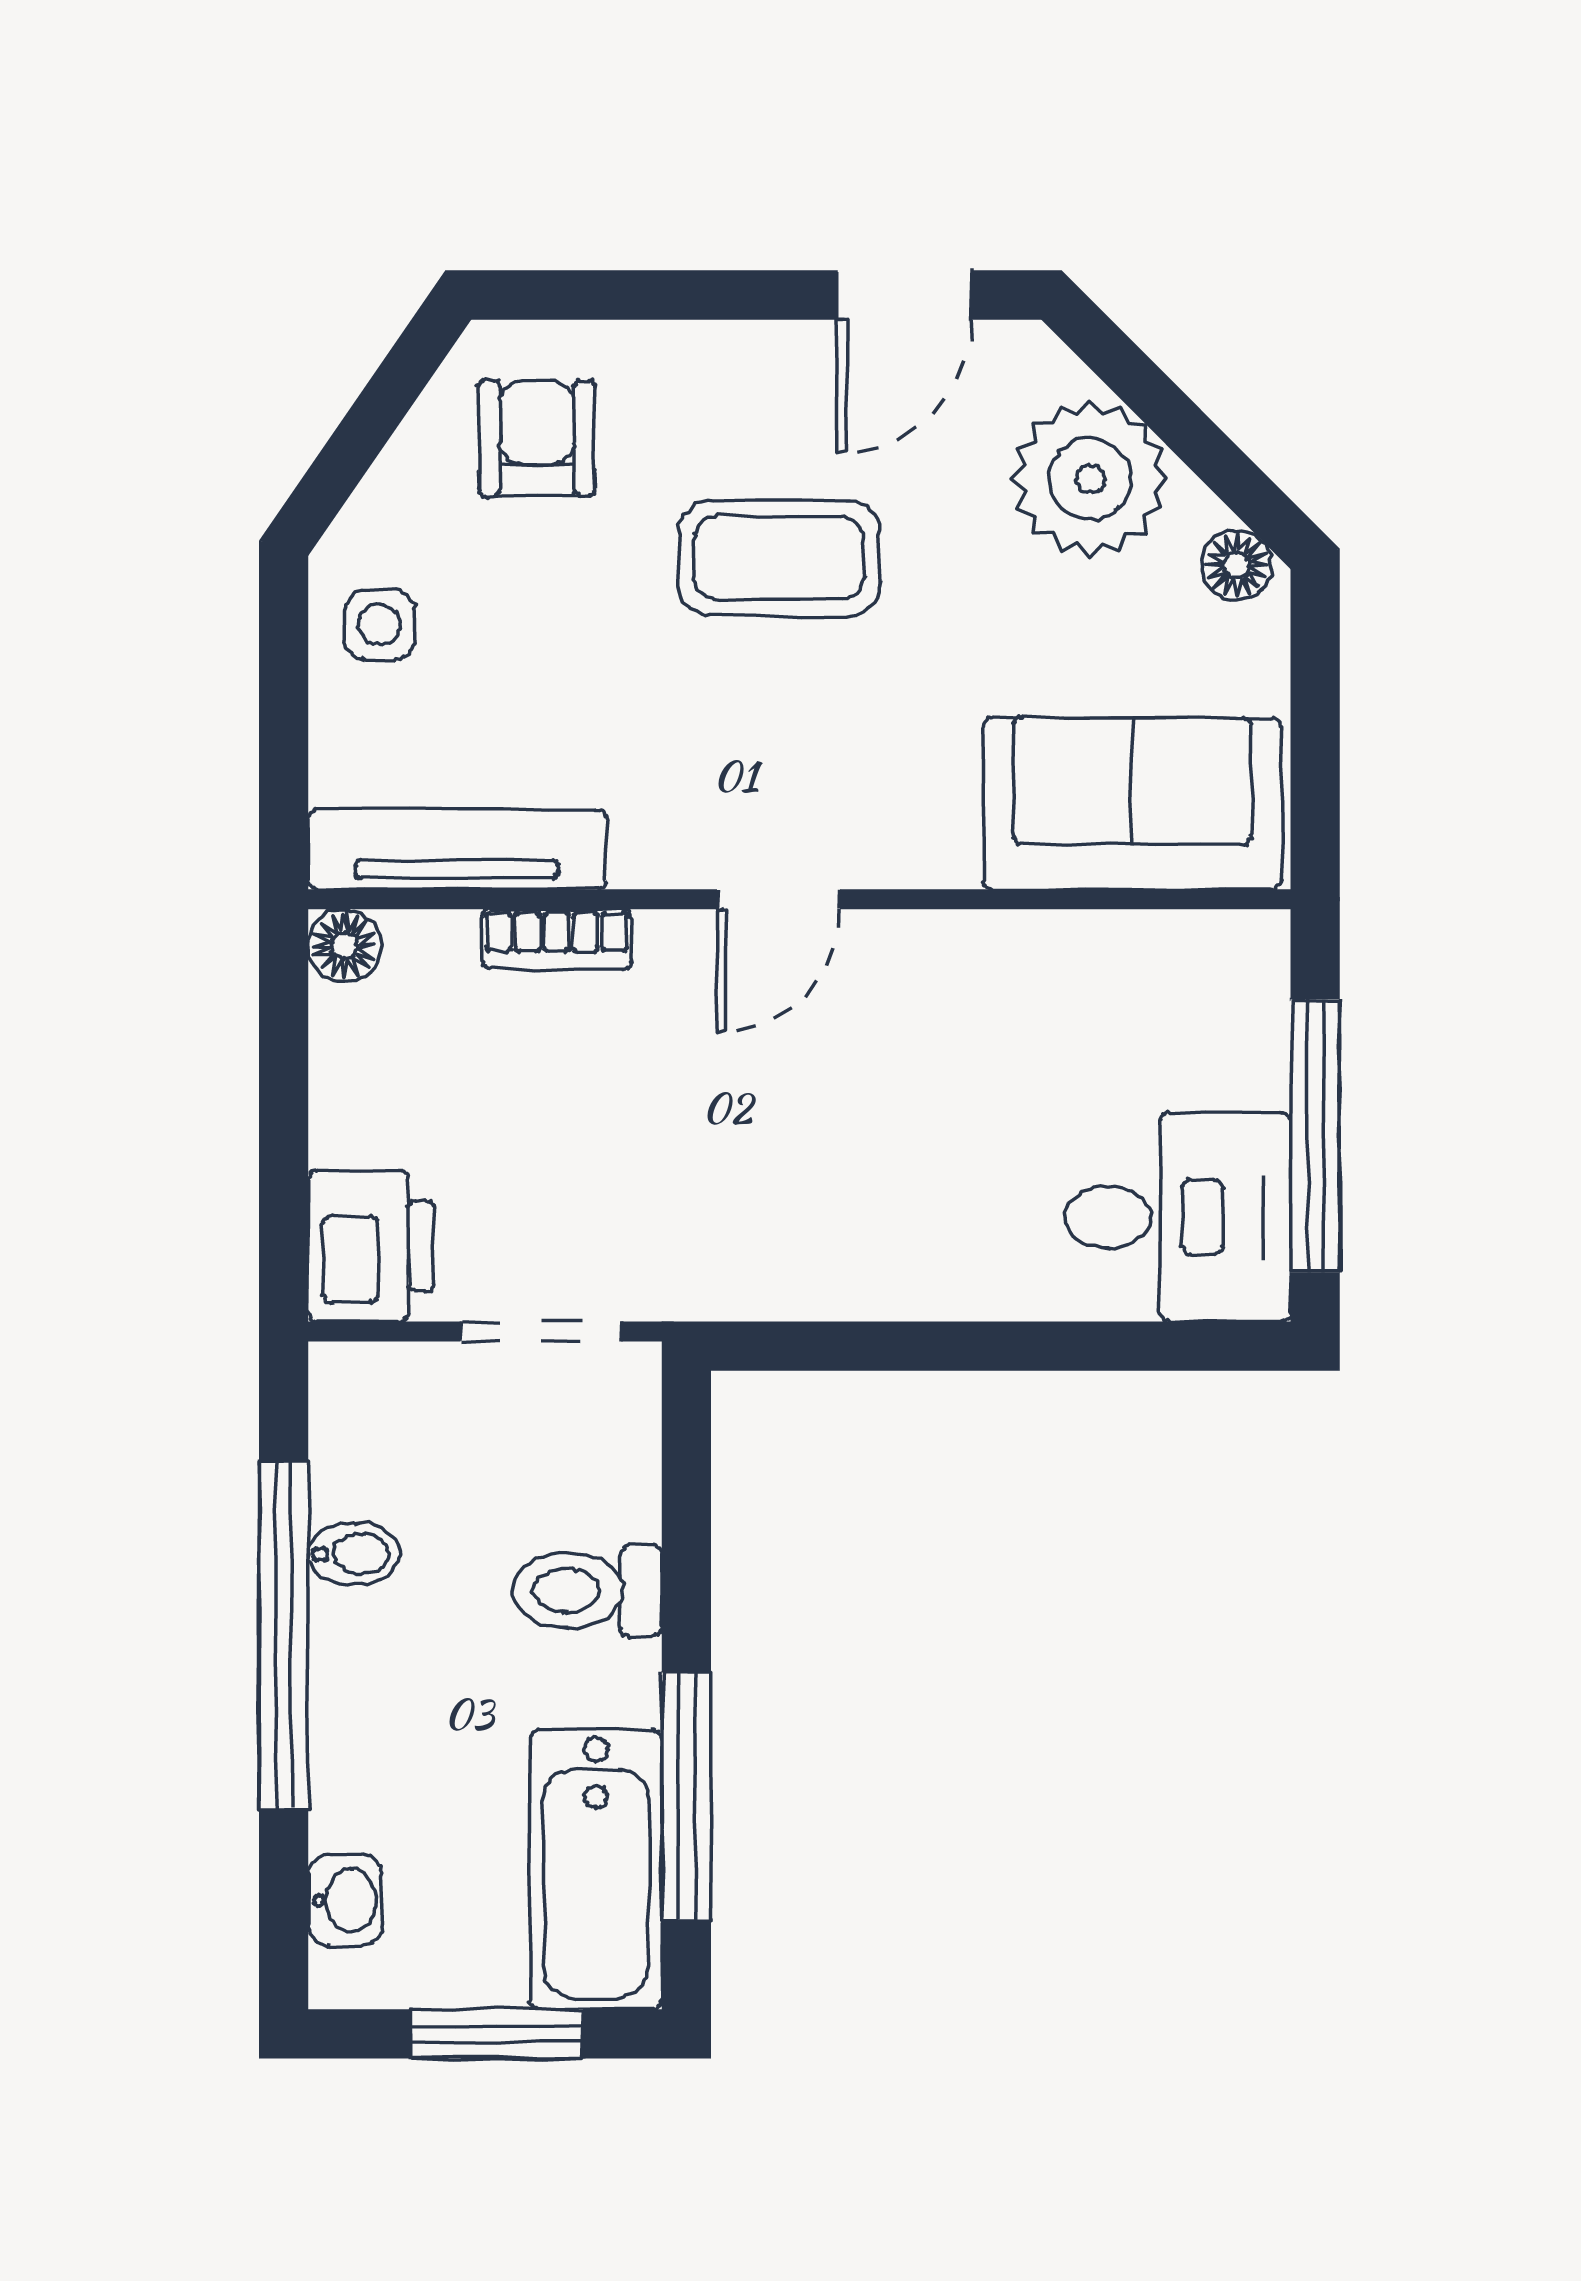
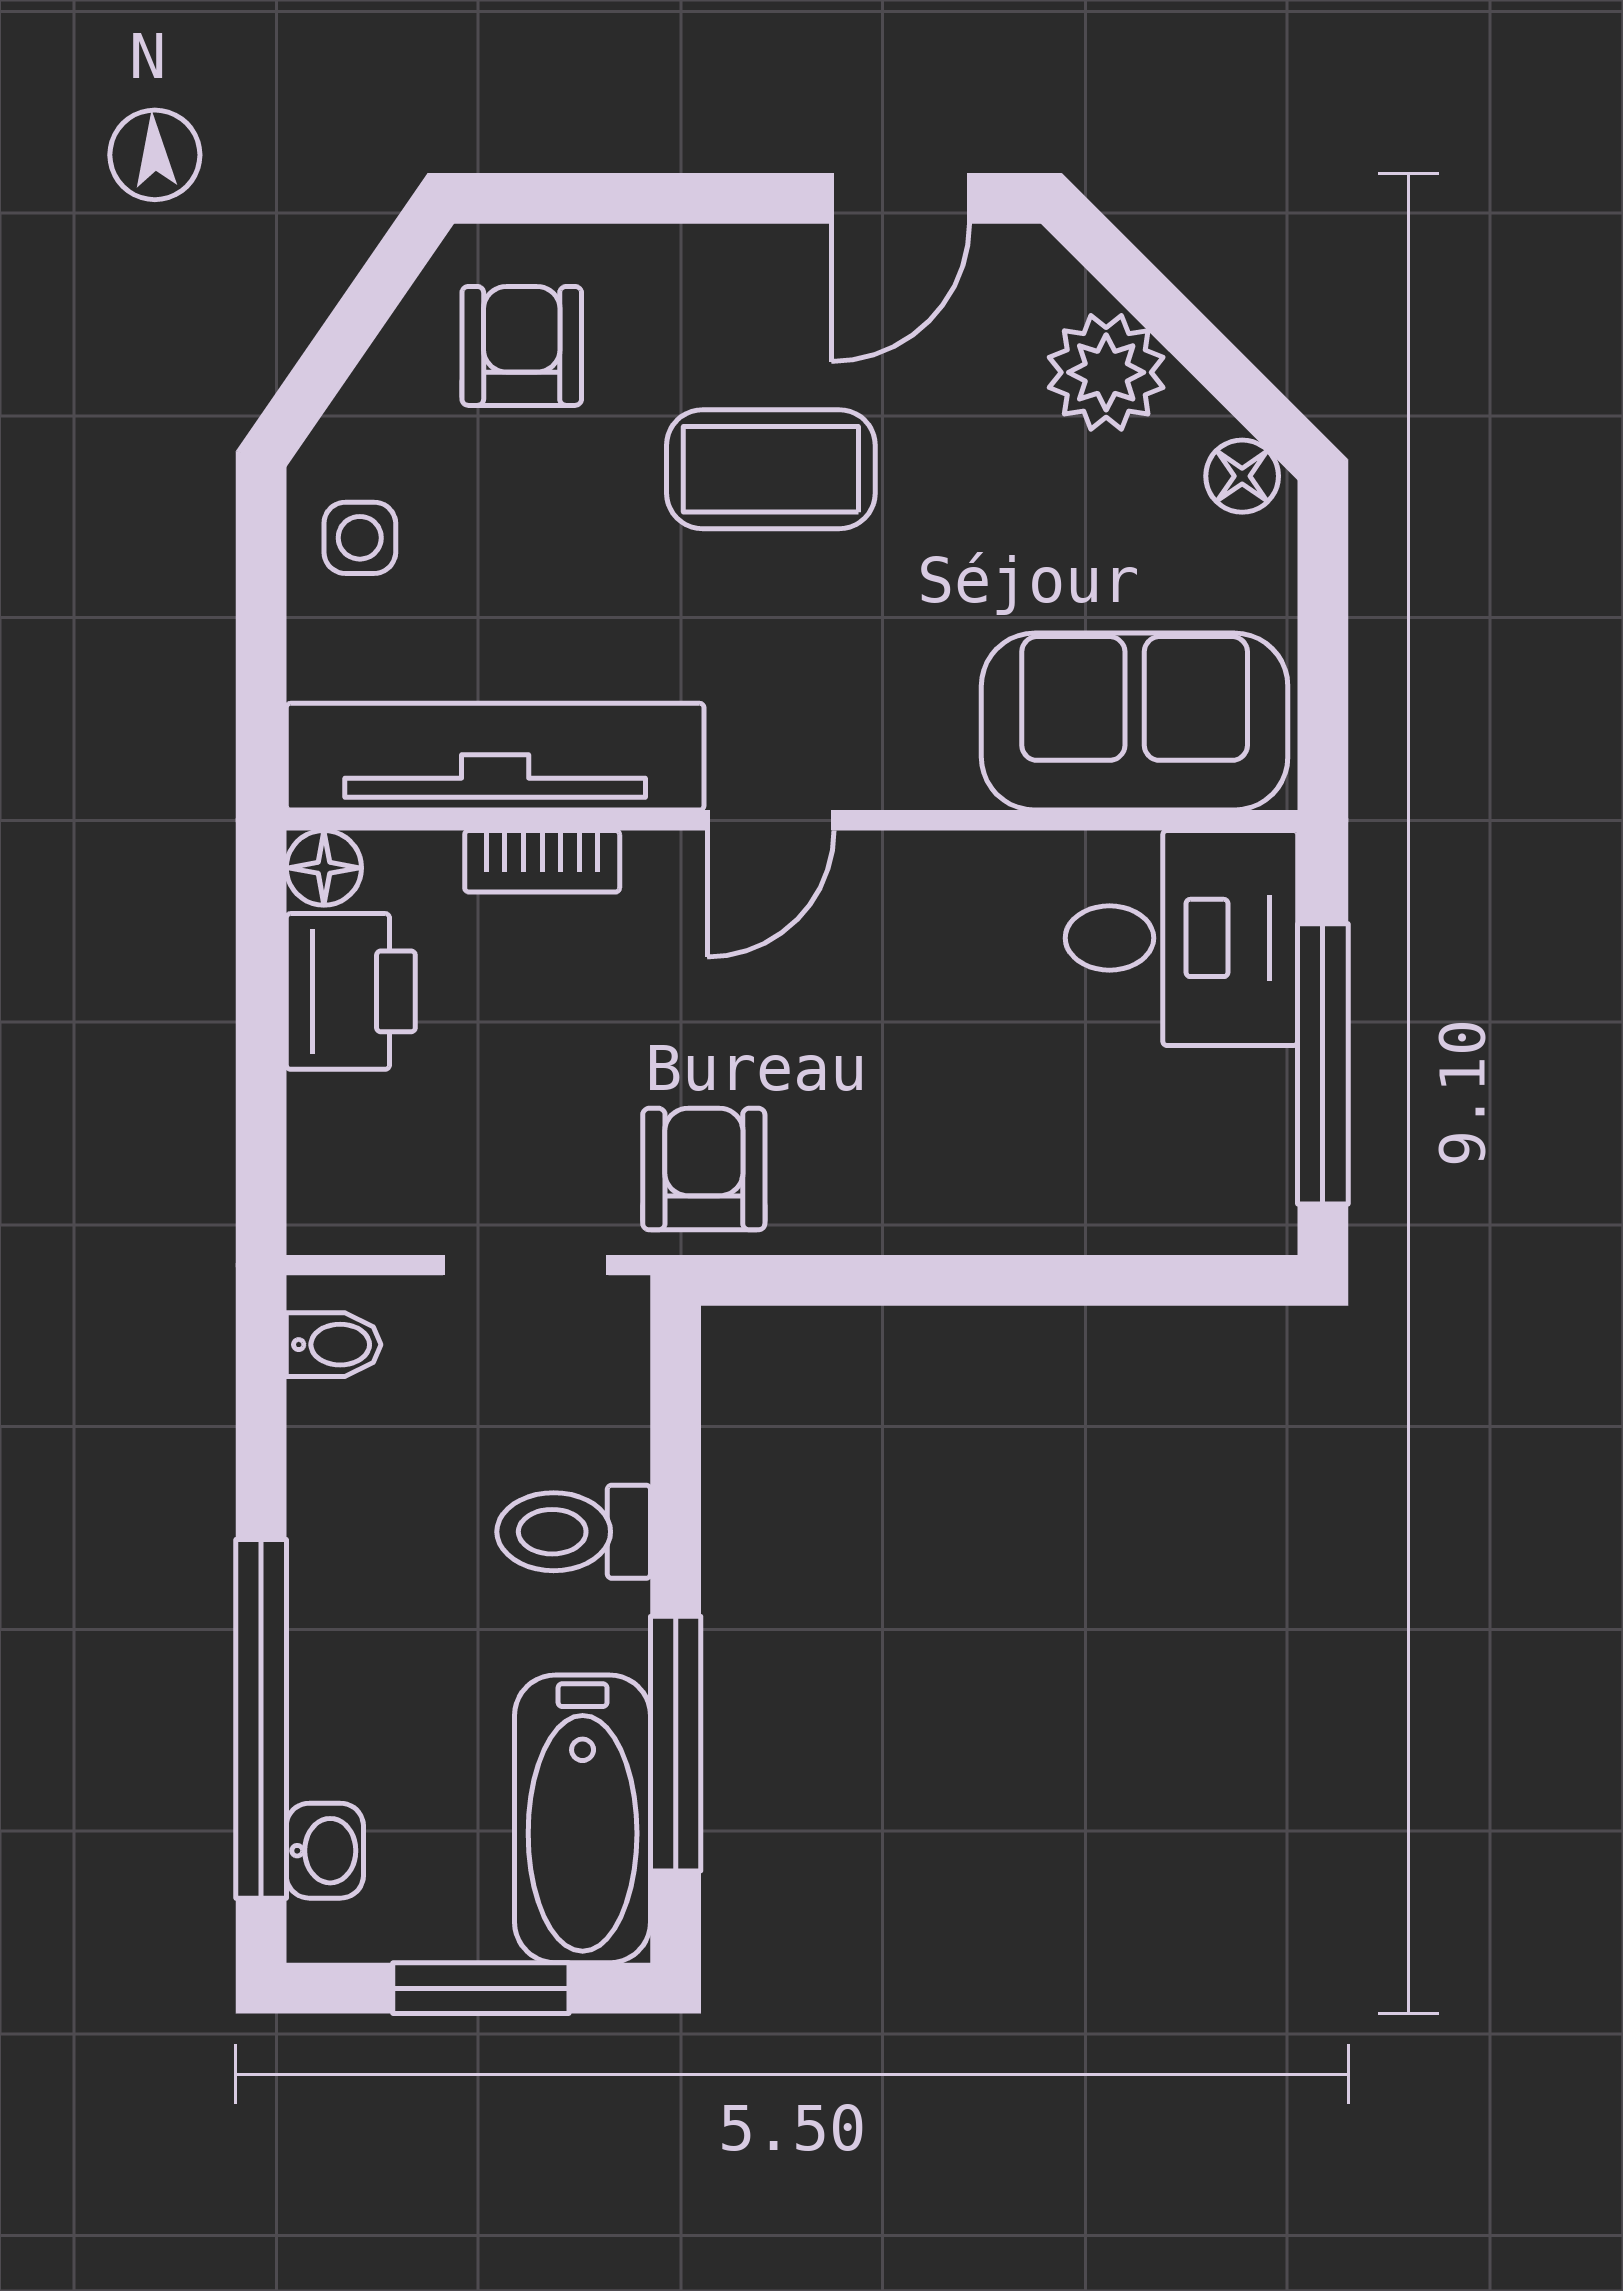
plant: (1090, 479) -> (1106, 372), width x0.73, depth x0.73
tv unit: (457, 849) -> (495, 757), width x1.36, depth x1.29
desk: (1178, 1217) -> (1181, 938), moved
armchair: (714, 1238) -> (704, 1169), added
printer: (371, 1246) -> (351, 991), moved
bidet: (354, 1554) -> (334, 1345), moved
window: (284, 1636) -> (261, 1719), moved

